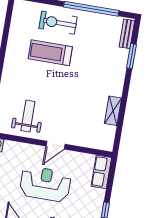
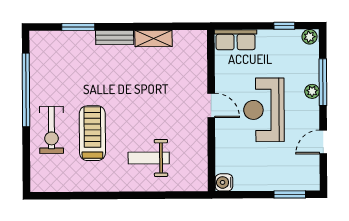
bench: (127, 34) -> (115, 38), moved
treadmill: (50, 53) -> (92, 133), turned 180
weight bench: (28, 116) -> (149, 158), moved

